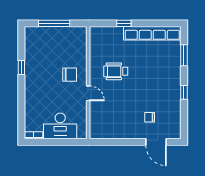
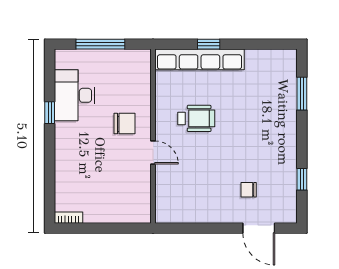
row of seats: (152, 33) -> (199, 59), moved
wheelchair: (116, 71) -> (196, 118), turned 180
window: (184, 92) -> (302, 179), moved
desk: (60, 126) -> (75, 95), moved, turned 90

